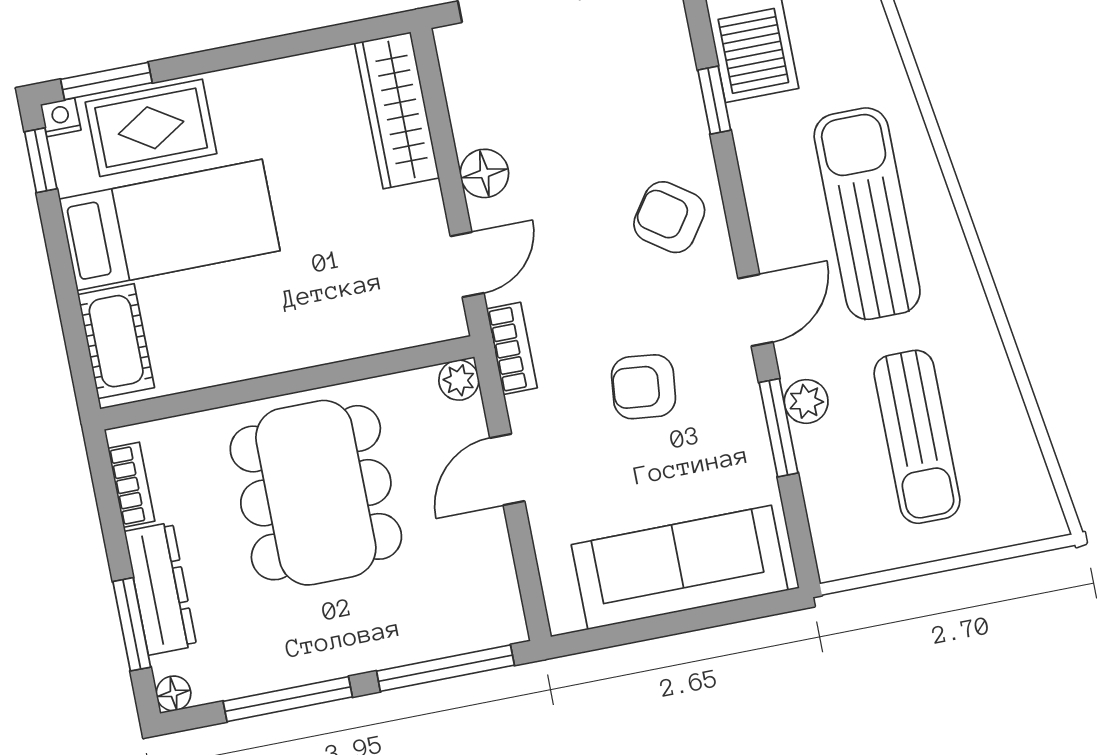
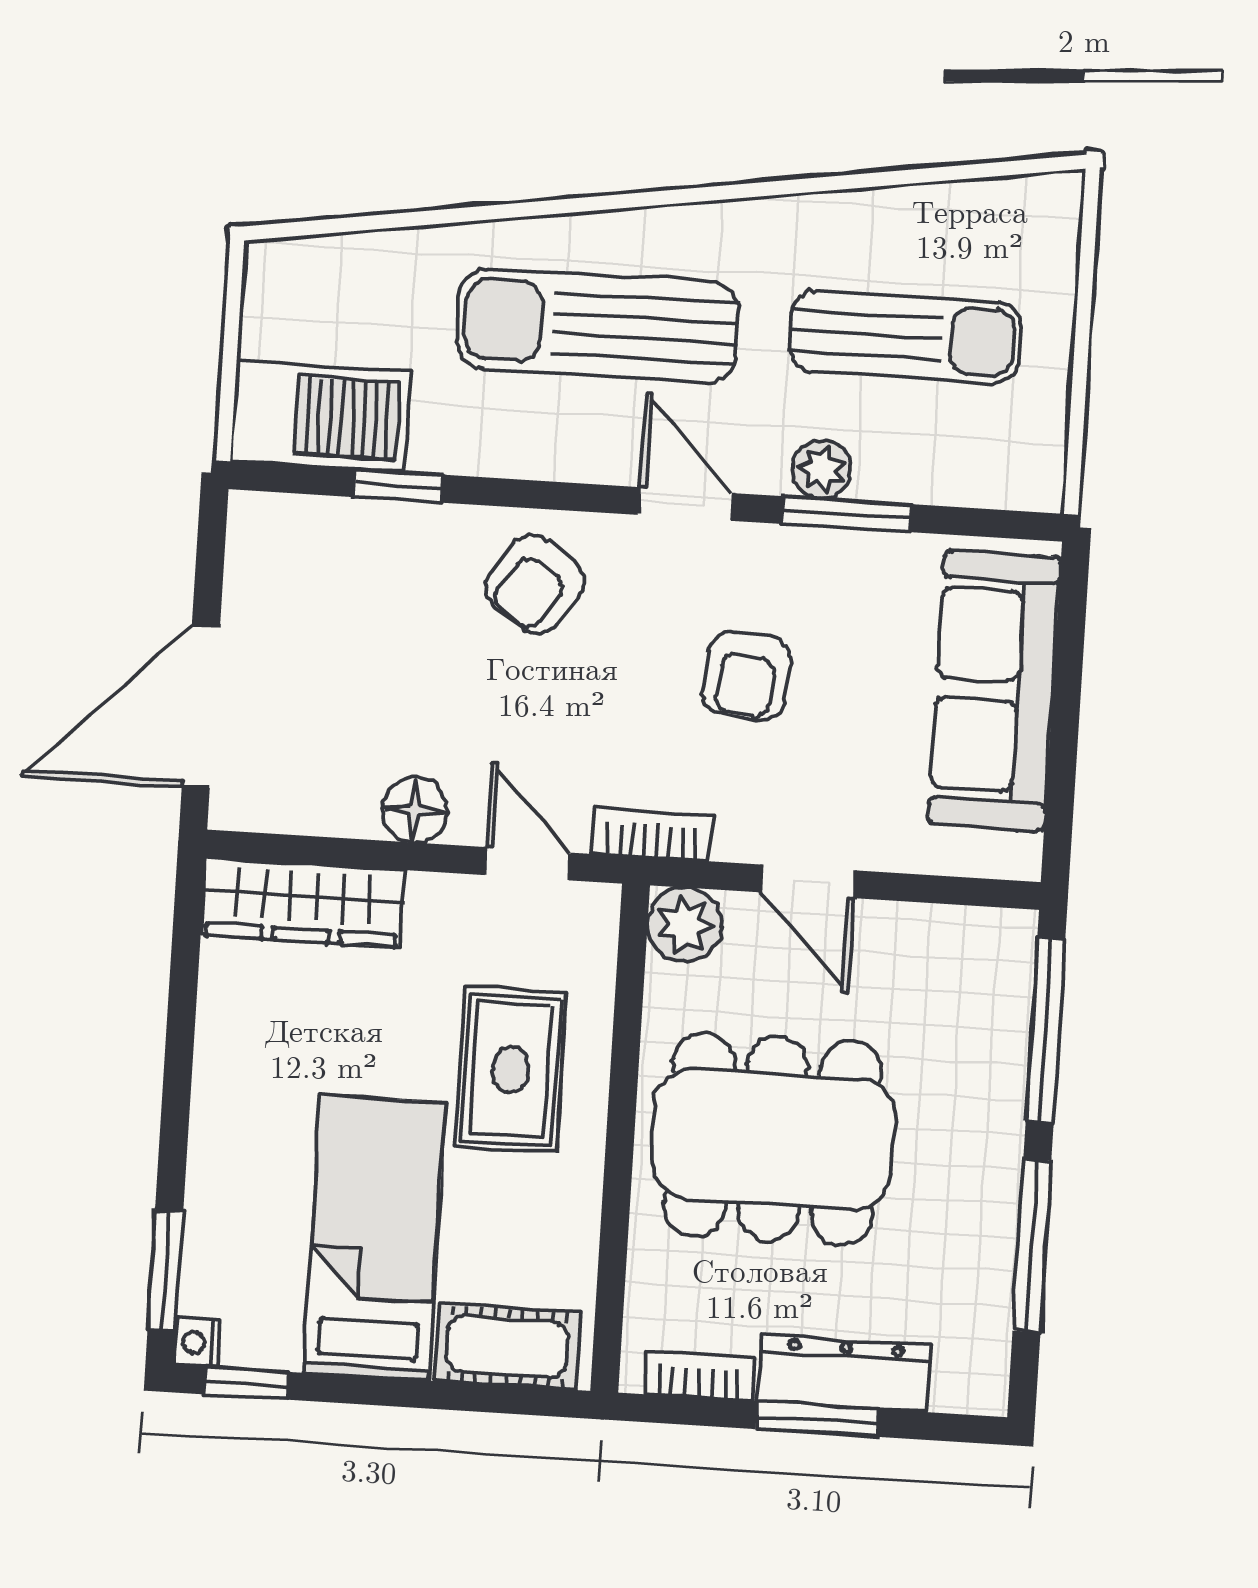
rug: (151, 128) -> (511, 1069), moved
plant: (459, 380) -> (685, 925), width x1.38, depth x1.38
window: (132, 624) -> (818, 1419), moved
floor lamp: (173, 693) -> (985, 1392), removed

